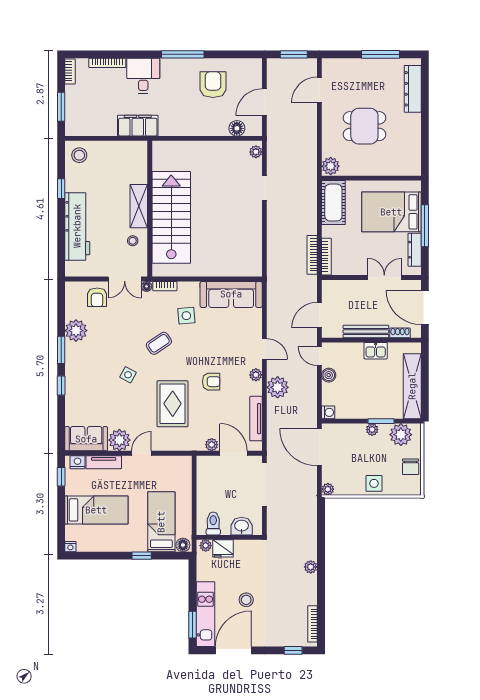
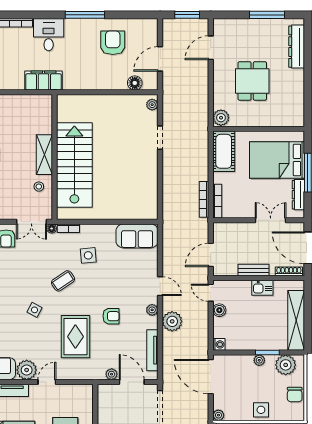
dining table: (364, 126) -> (252, 81), turned 90
sofa: (231, 294) -> (137, 236), width x0.73
bench: (366, 332) -> (253, 270), width x0.73
shoe rack: (400, 333) -> (289, 271), width x1.43

